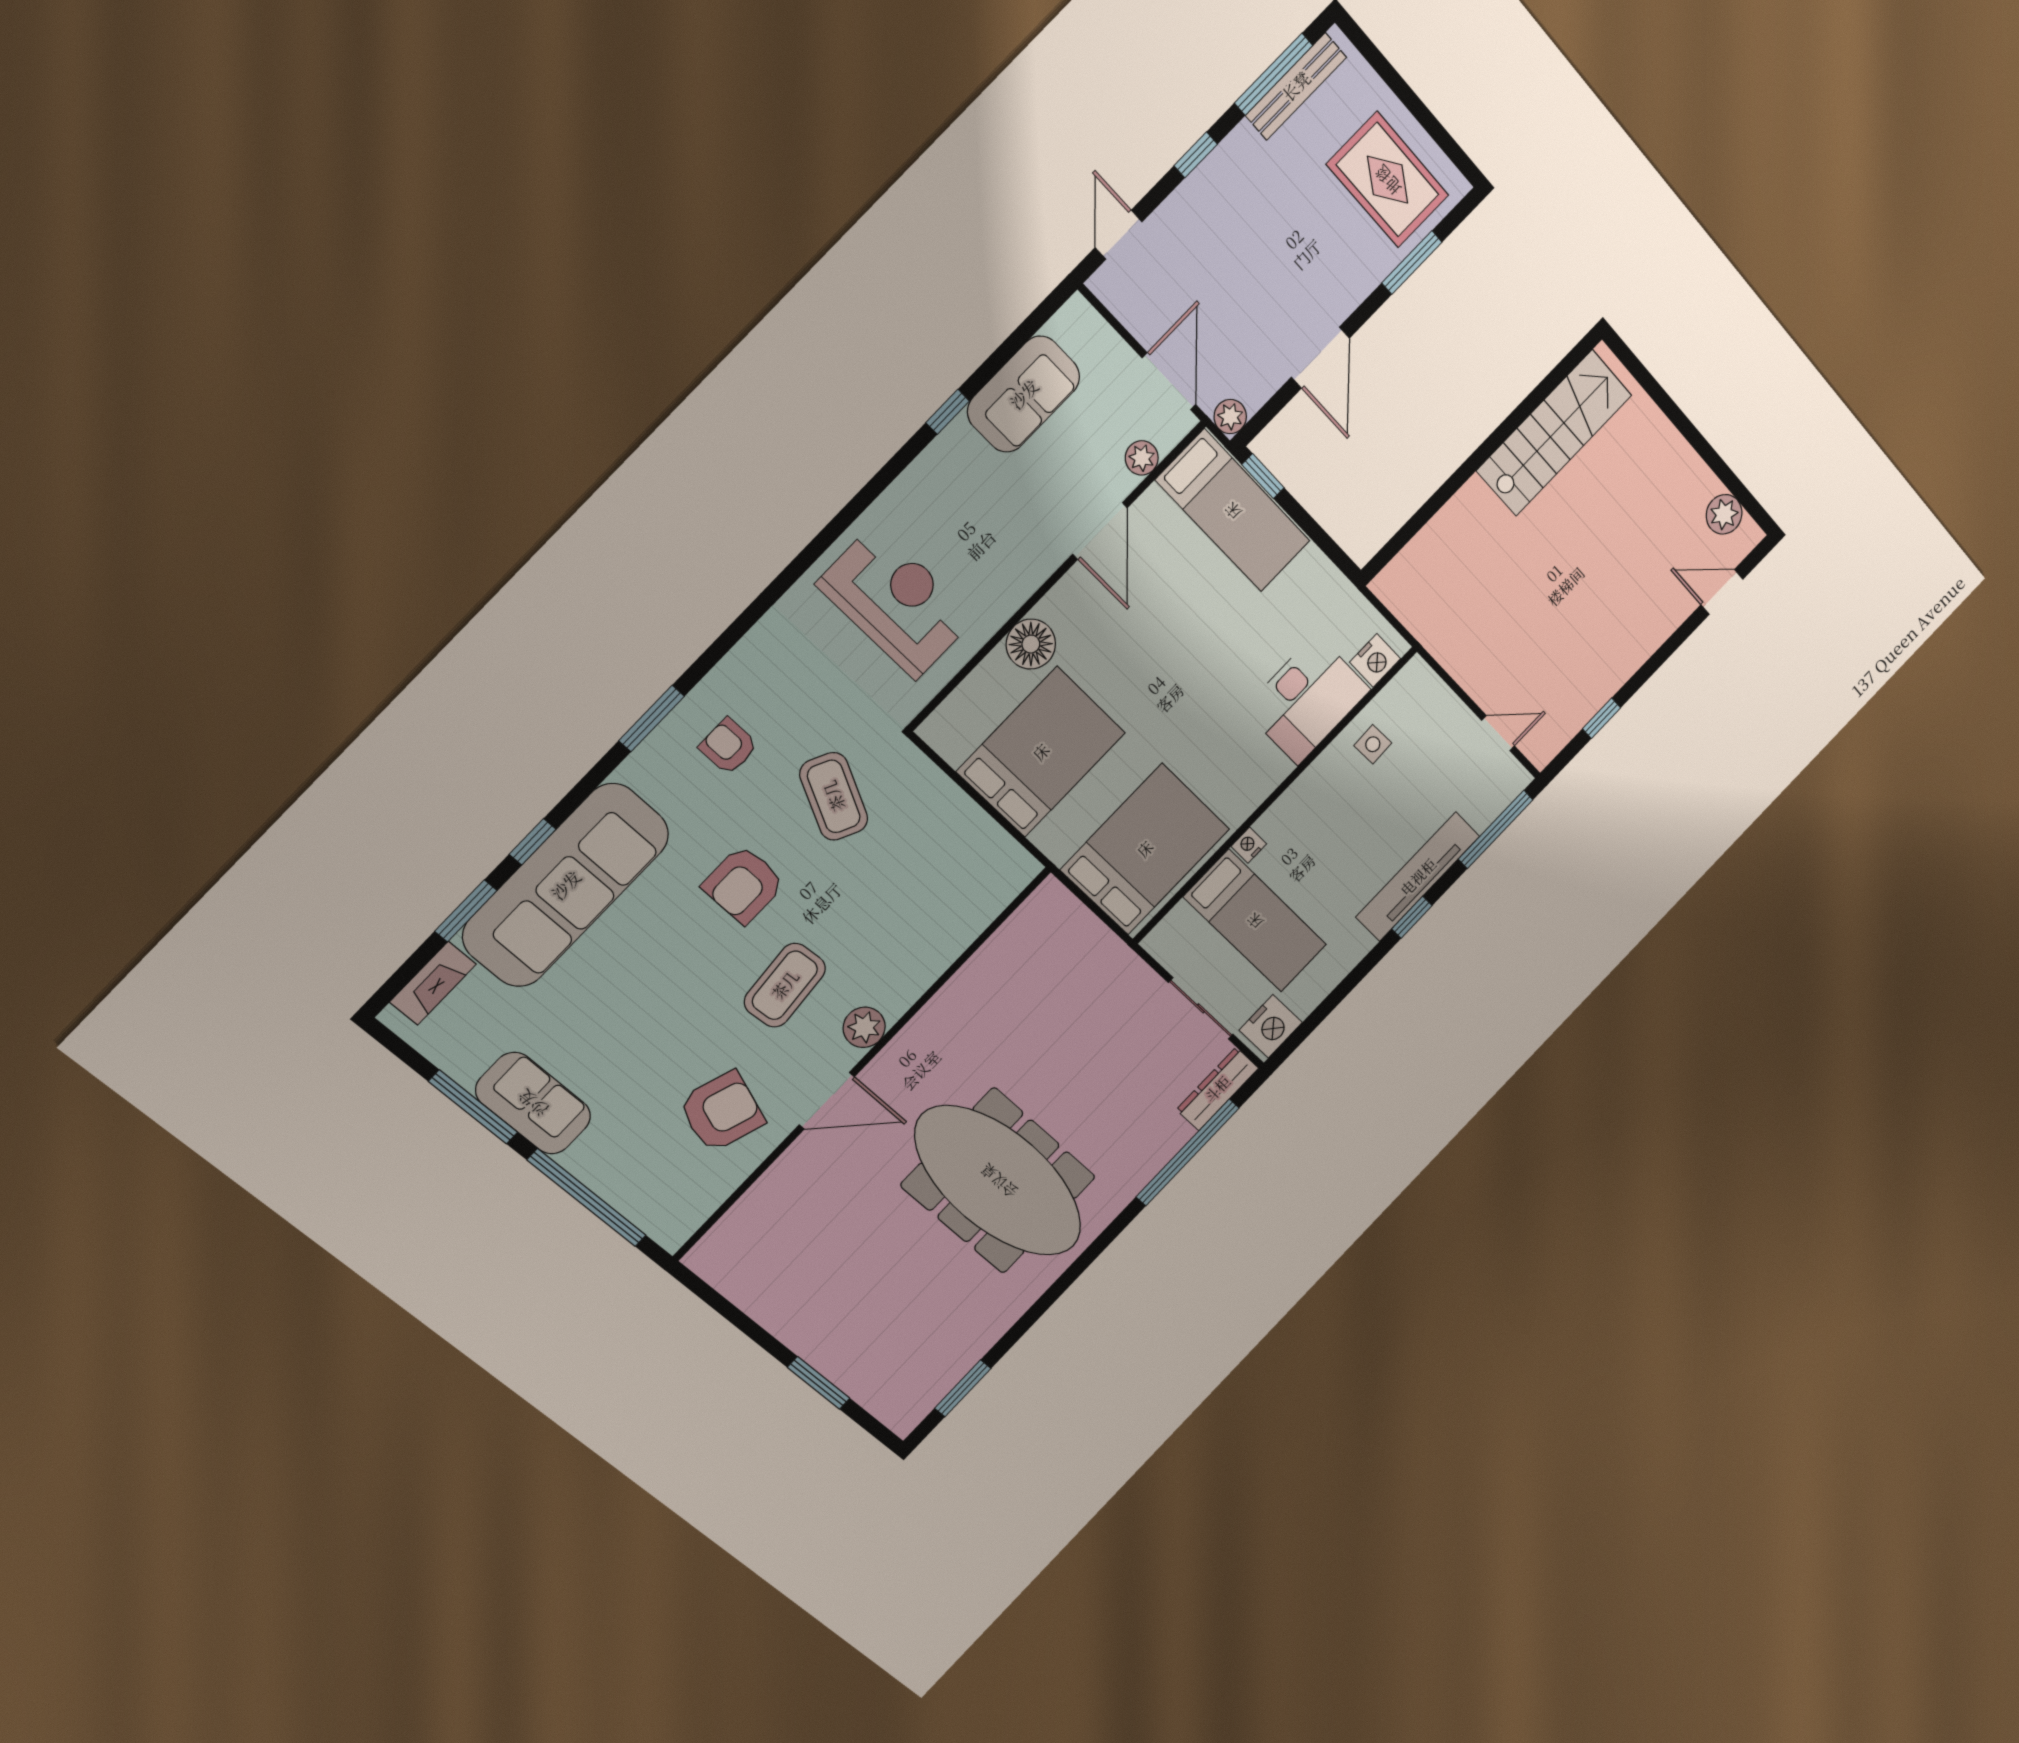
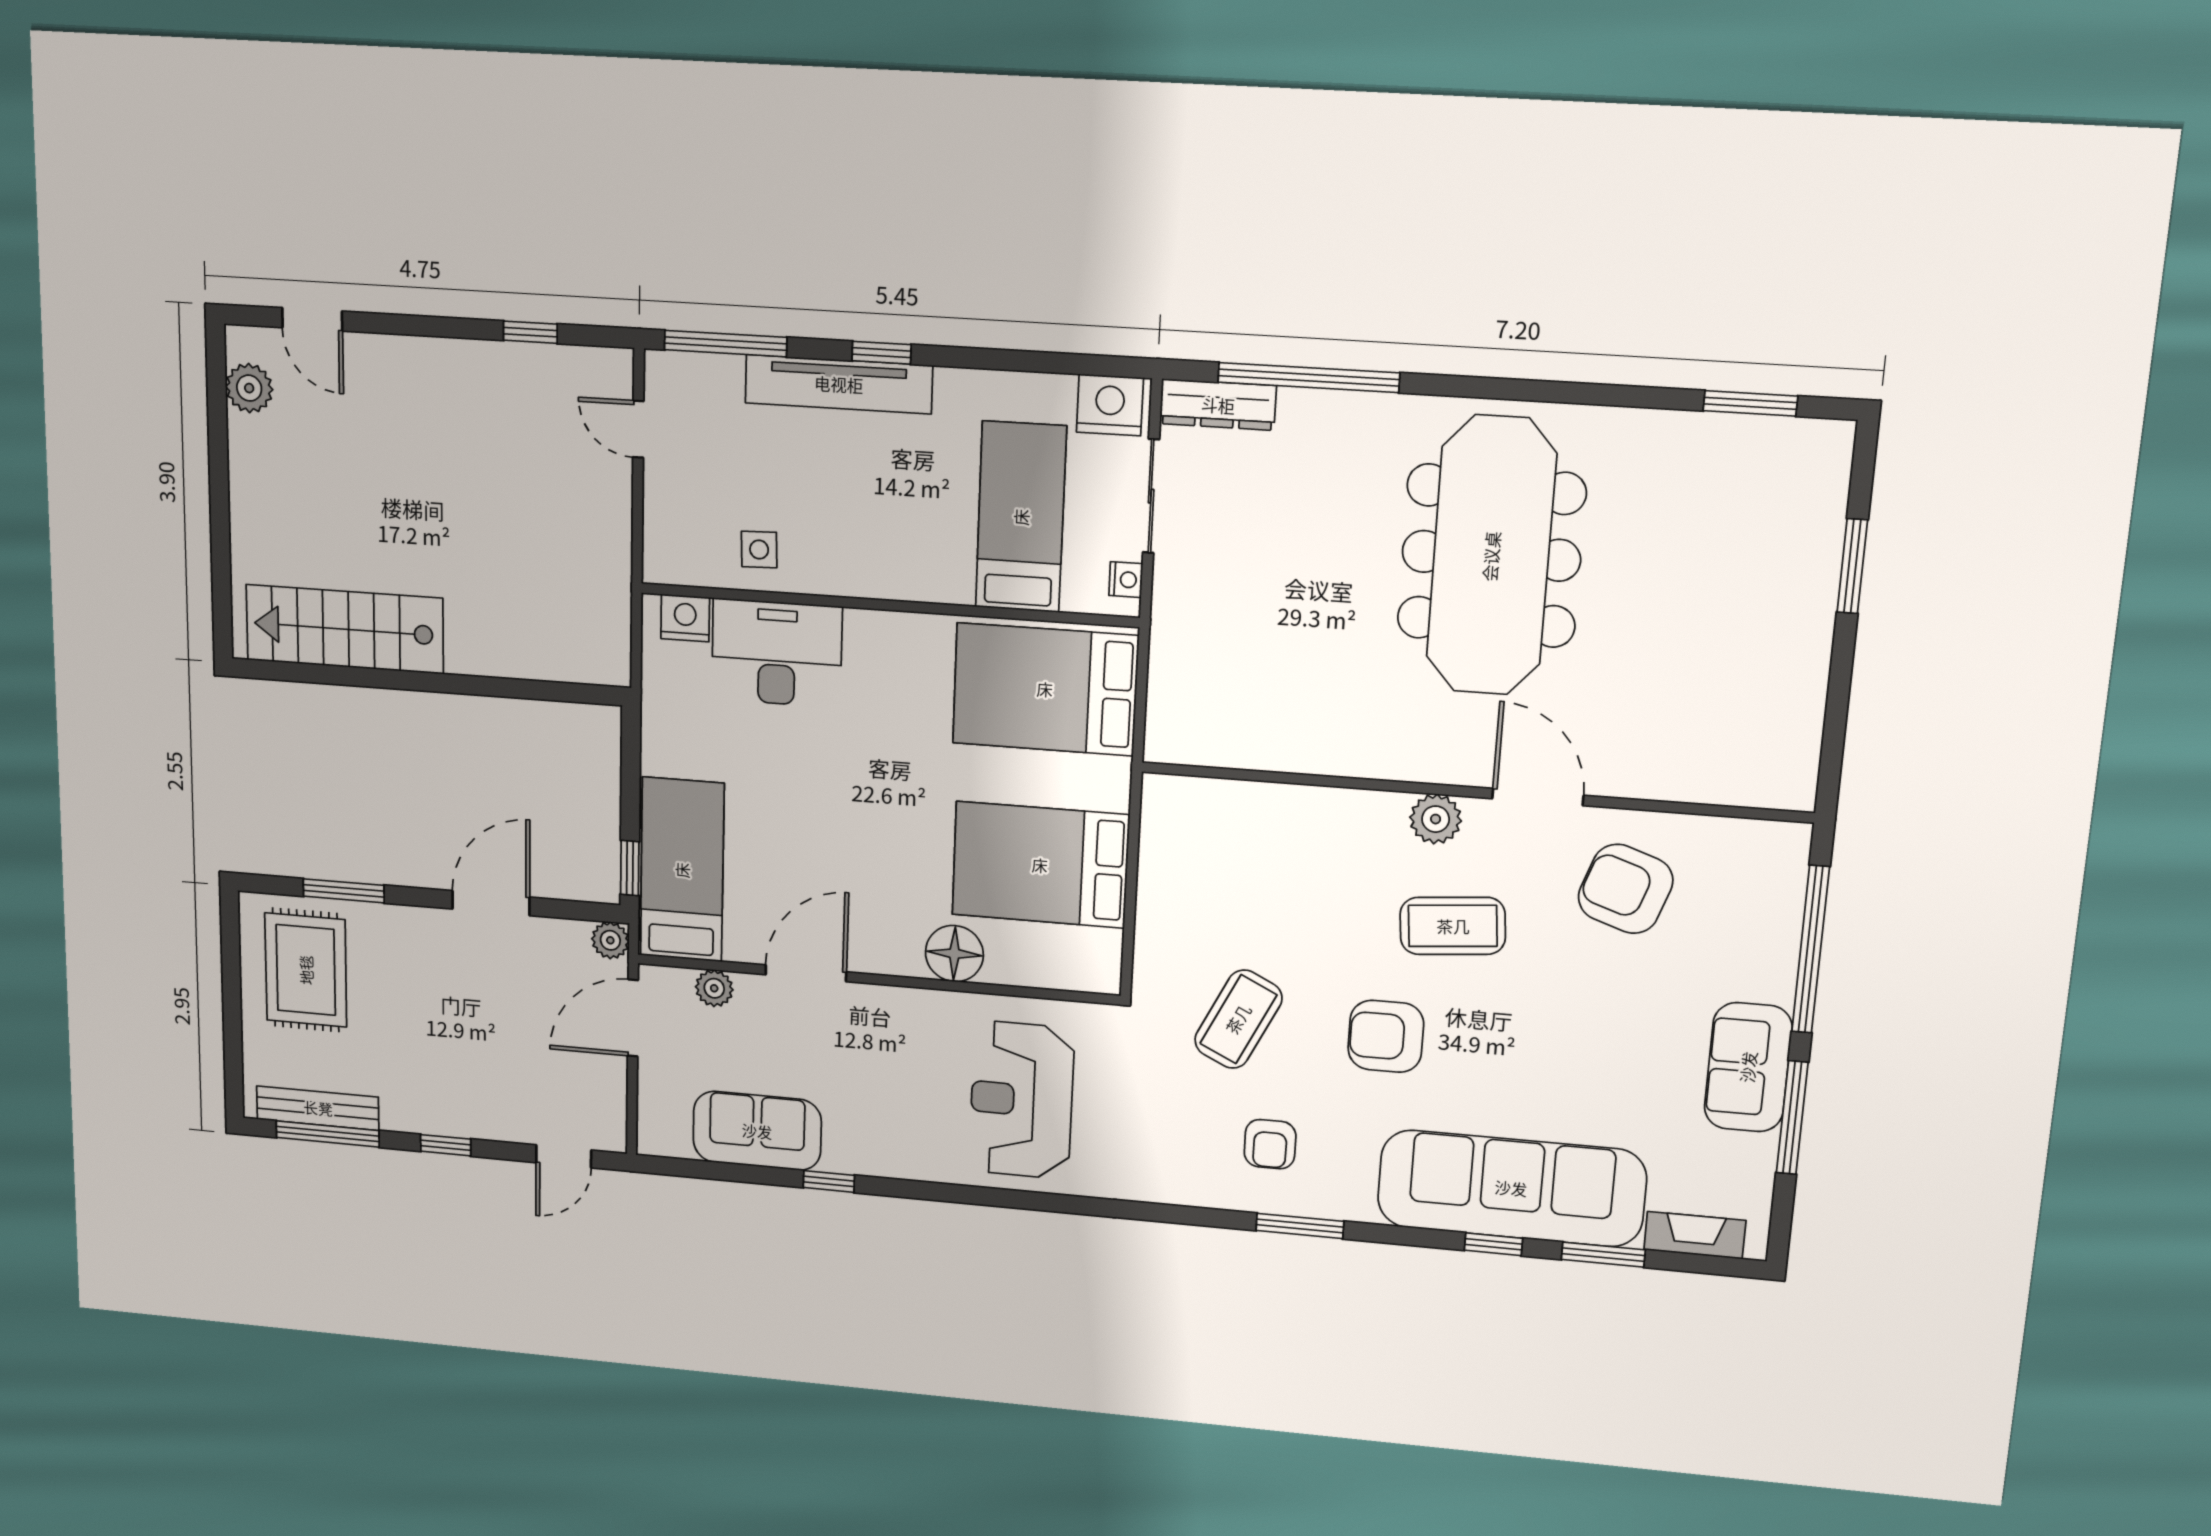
nightstand: (1249, 845) -> (1126, 580), moved, turned -90
armchair: (744, 885) -> (1386, 1036), turned 180

